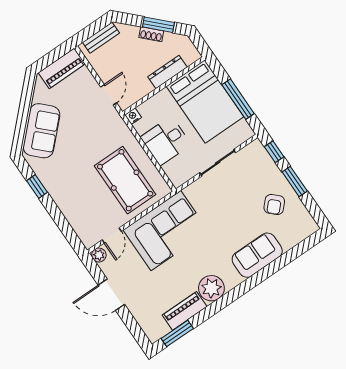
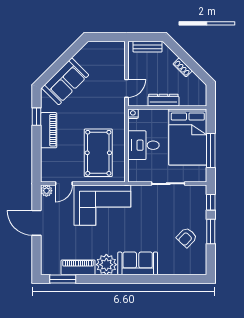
window: (158, 25) -> (192, 64), removed
piano: (62, 68) -> (49, 130), moved, turned -90
dresser: (168, 72) -> (163, 100), moved
sofa: (257, 255) -> (138, 263), moved

